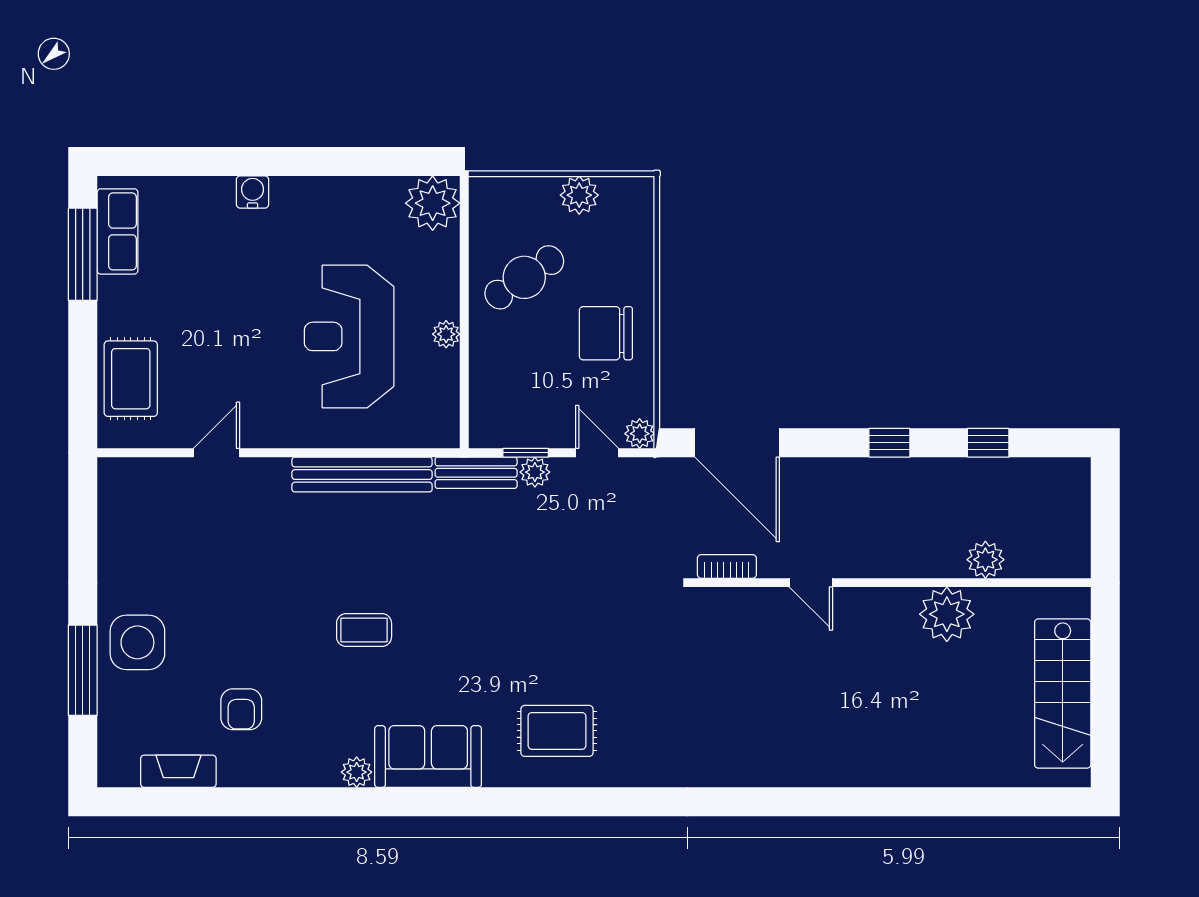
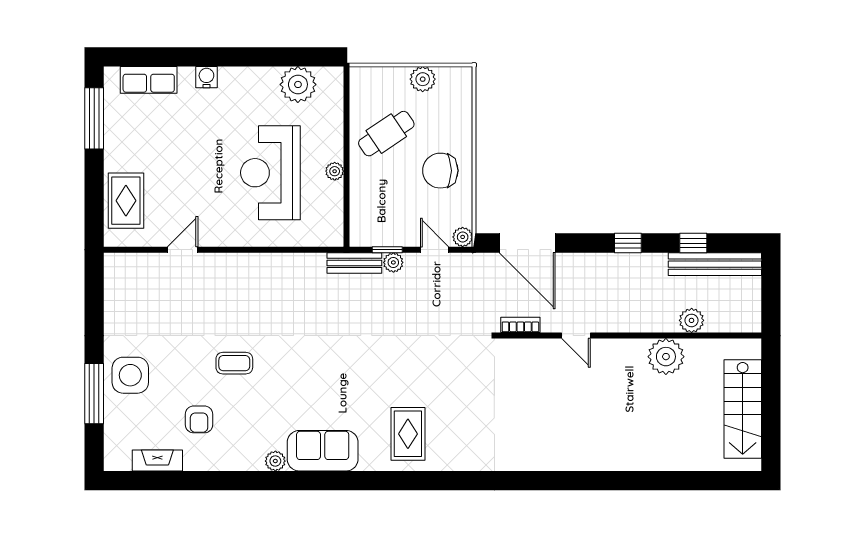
plant: (433, 203) -> (298, 84), moved
row of seats: (118, 231) -> (149, 80), moved, turned 90
bench: (362, 475) -> (715, 264), moved
coffee table: (364, 630) -> (234, 363), moved
rug: (557, 731) -> (408, 434), turned 90

